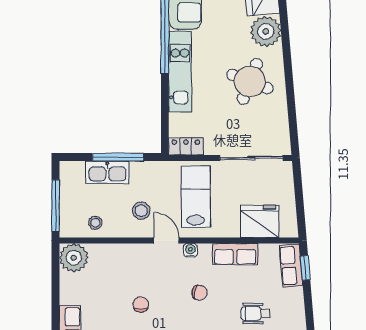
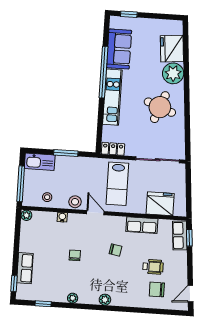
window: (118, 157) -> (66, 153), width x0.69
kitchen sink: (107, 172) -> (40, 162), moved
lab bench: (196, 197) -> (117, 184), turned 180
stool: (141, 211) -> (75, 202), moved
water cooler: (190, 250) -> (62, 217), moved
plant: (74, 258) -> (26, 215), width x0.53, depth x0.53
wheelchair: (255, 314) -> (153, 267), turned 180

